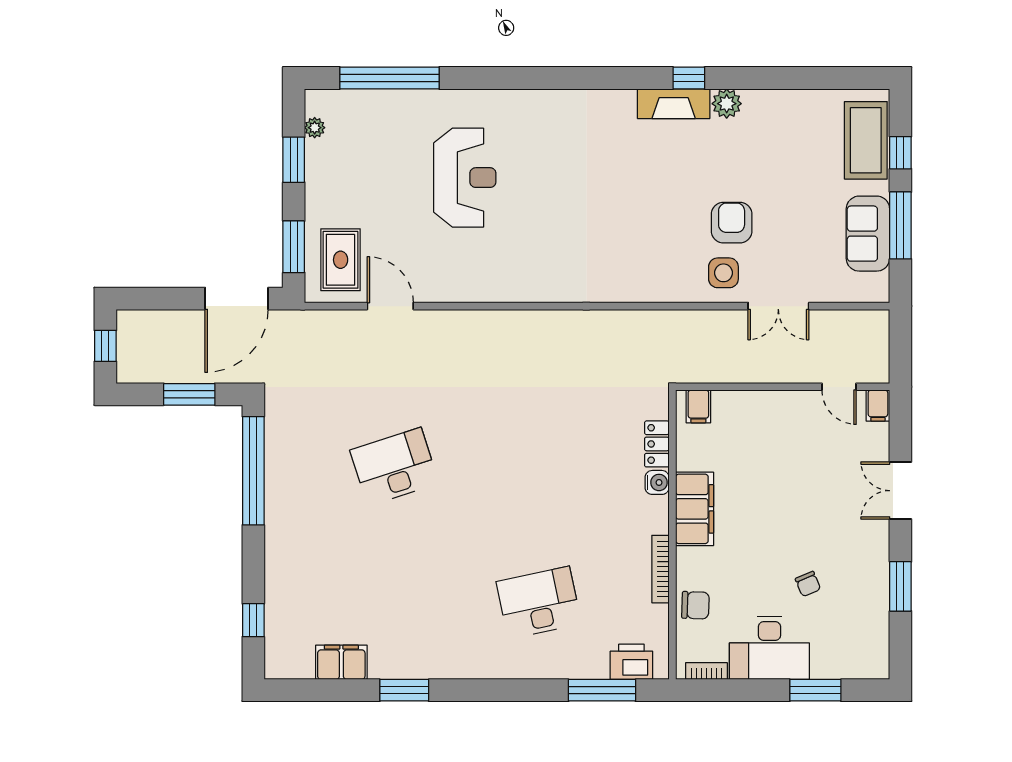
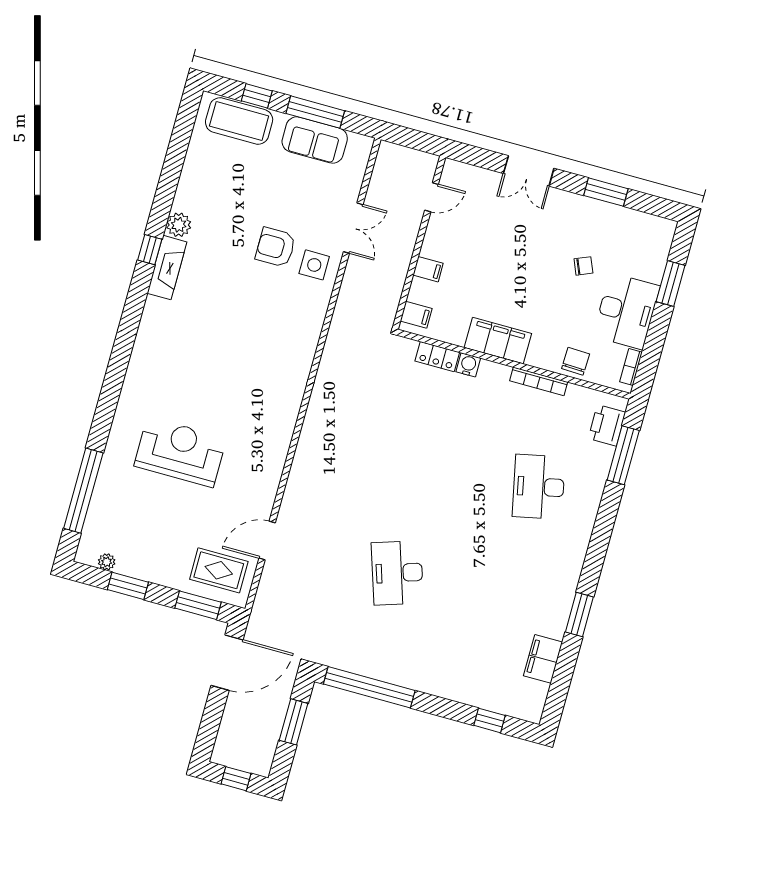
door: (237, 299) -> (227, 663), hinge flipped
filing cabinet: (878, 406) -> (428, 269), moved

